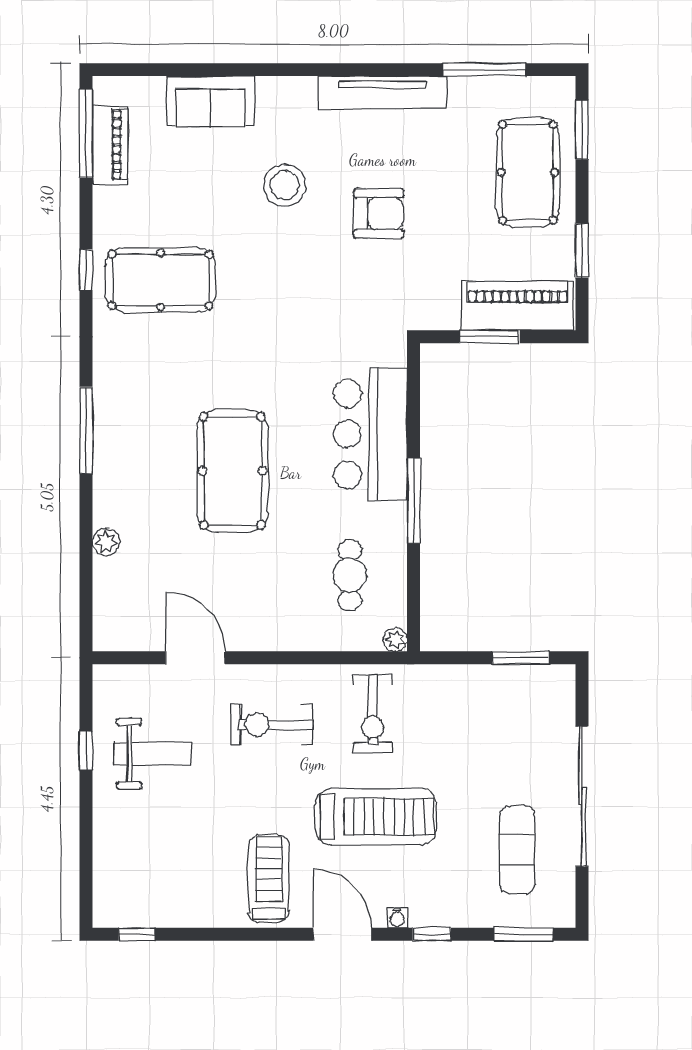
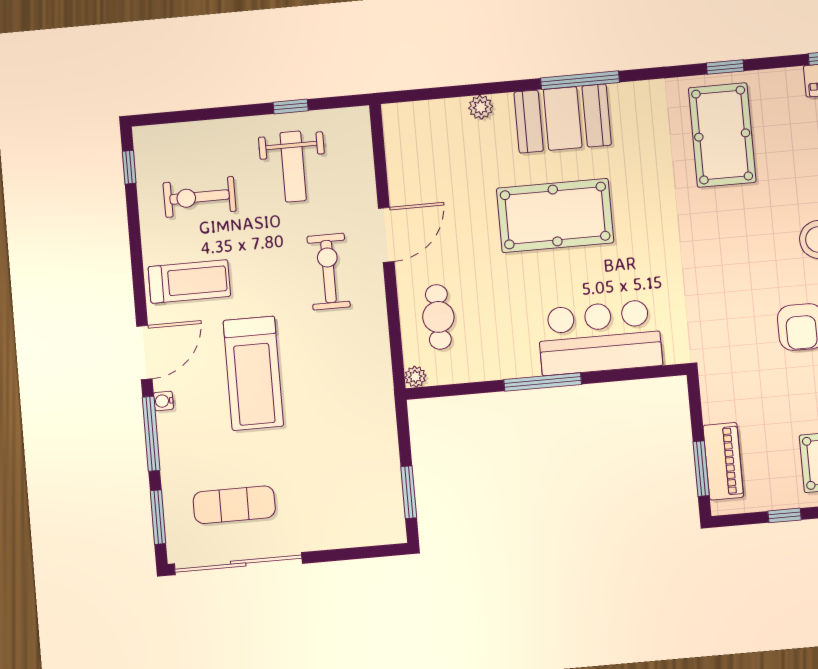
window: (582, 251) -> (785, 515), width x0.67
piano: (517, 306) -> (723, 461), width x0.73, depth x0.75
window: (490, 337) -> (701, 469), moved
booth: (126, 453) -> (563, 118), added
cafe table: (350, 575) -> (438, 317), moved, turned 90
door: (195, 658) -> (386, 235), moved
exercise bike: (373, 713) -> (200, 197), moved
sliding door: (582, 796) -> (238, 564), moved
window: (432, 934) -> (151, 434), width x2.17

